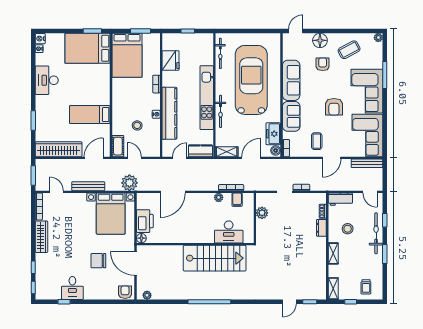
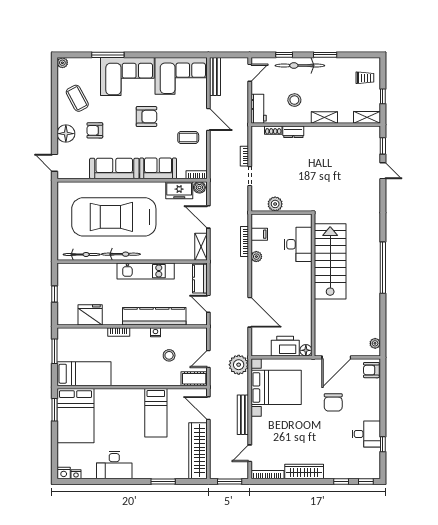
bed: (127, 55) -> (84, 374), width x0.67
kitchen unit: (207, 98) -> (146, 271), width x0.73
bicycle: (221, 111) -> (121, 254), moved

